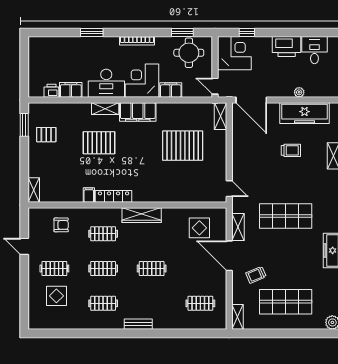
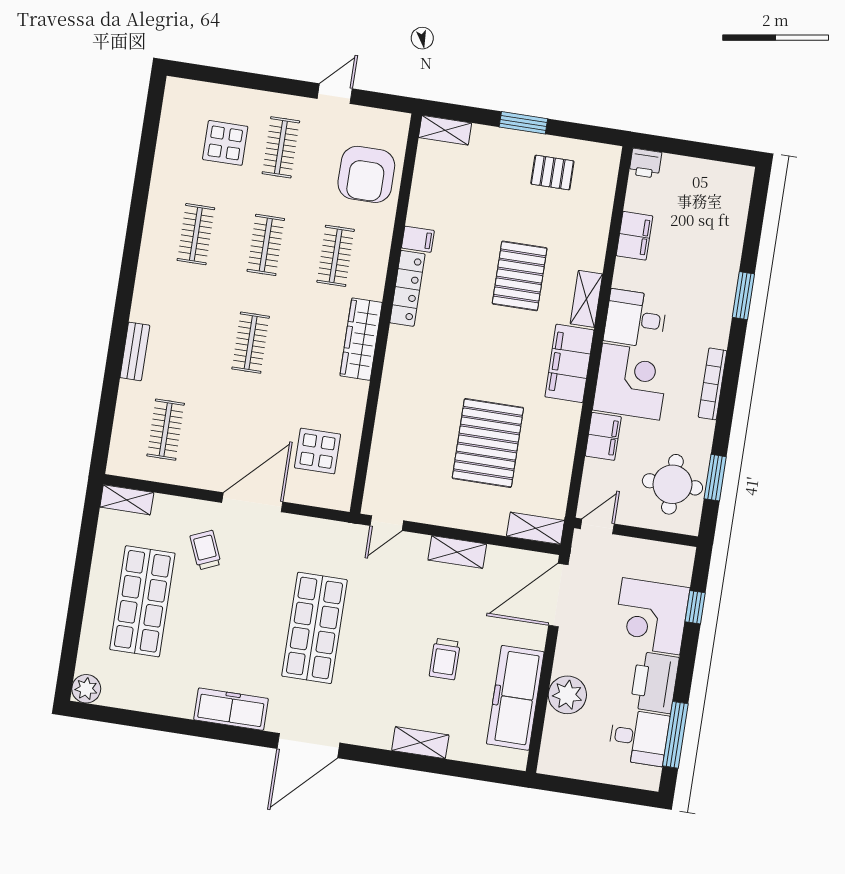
window: (310, 32) -> (675, 735), added
corner desk: (234, 53) -> (651, 616), moved, turned 90
desk: (106, 83) -> (635, 319), width x0.73
printer: (51, 91) -> (645, 163), moved, turned 90
plant: (299, 92) -> (567, 695), width x1.88, depth x1.88
window: (24, 125) -> (523, 123), moved
pallet: (46, 135) -> (552, 172), turned 90
armchair: (61, 225) -> (366, 174), width x1.88, depth x1.88
shelving: (238, 227) -> (457, 552), moved
bench: (138, 324) -> (135, 351), moved

